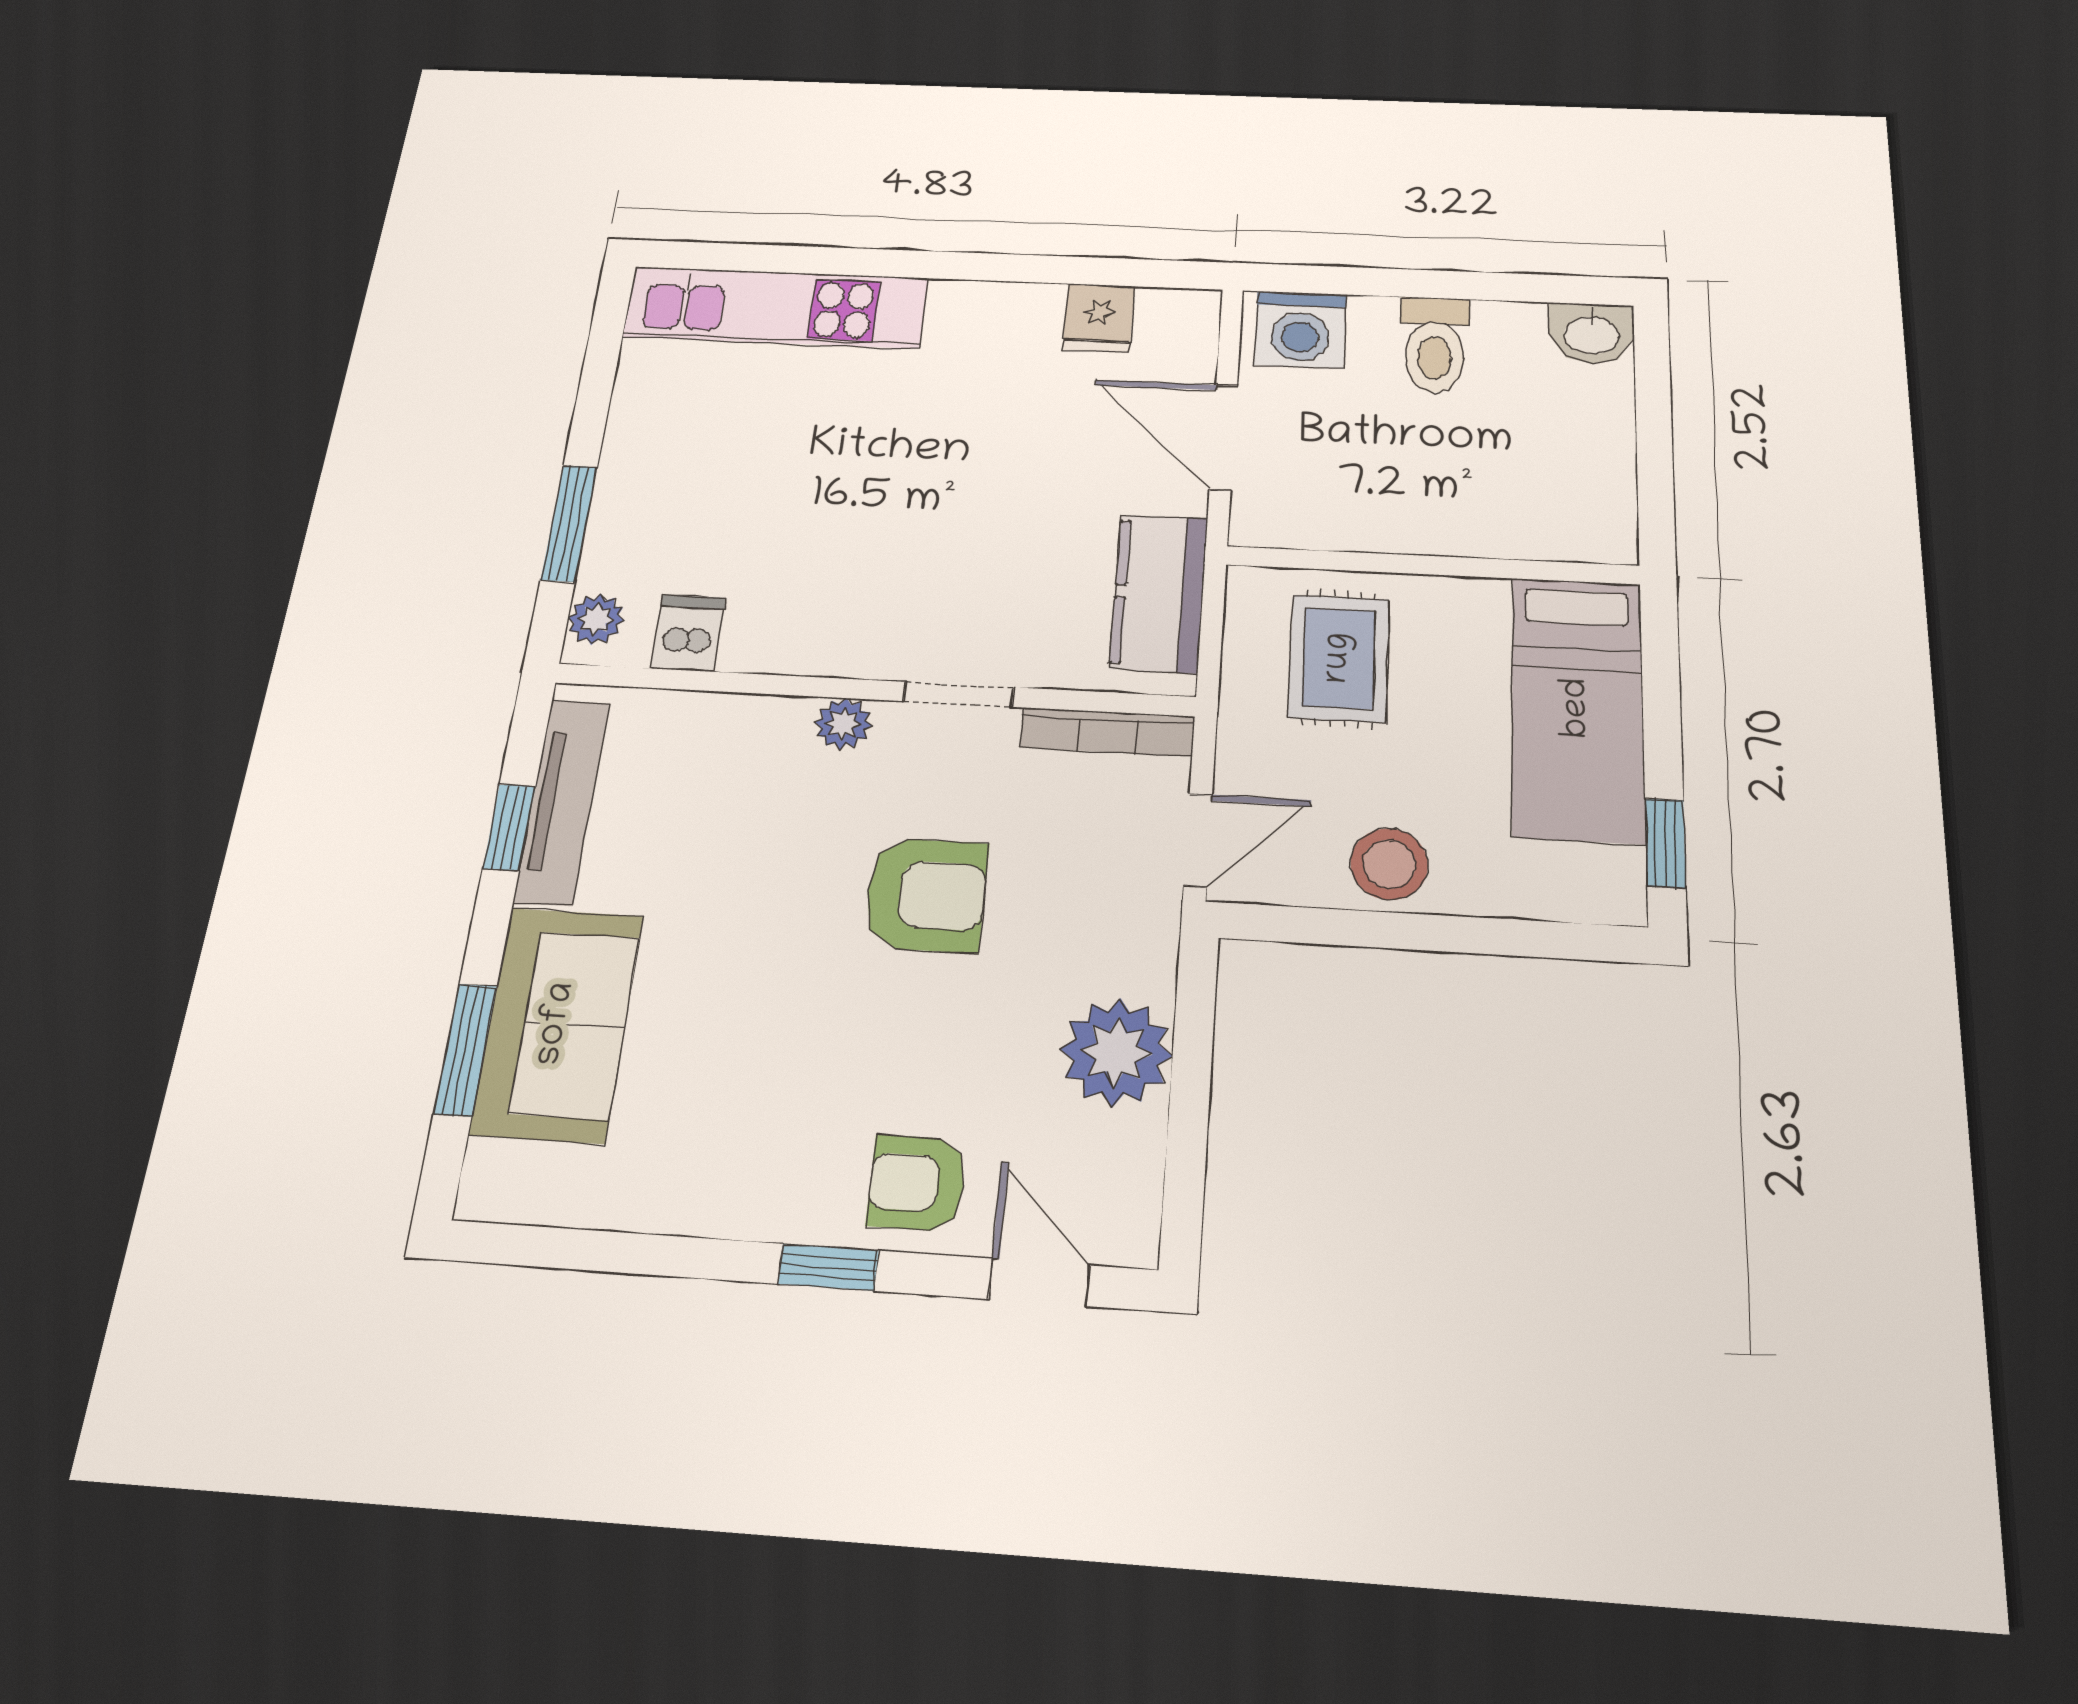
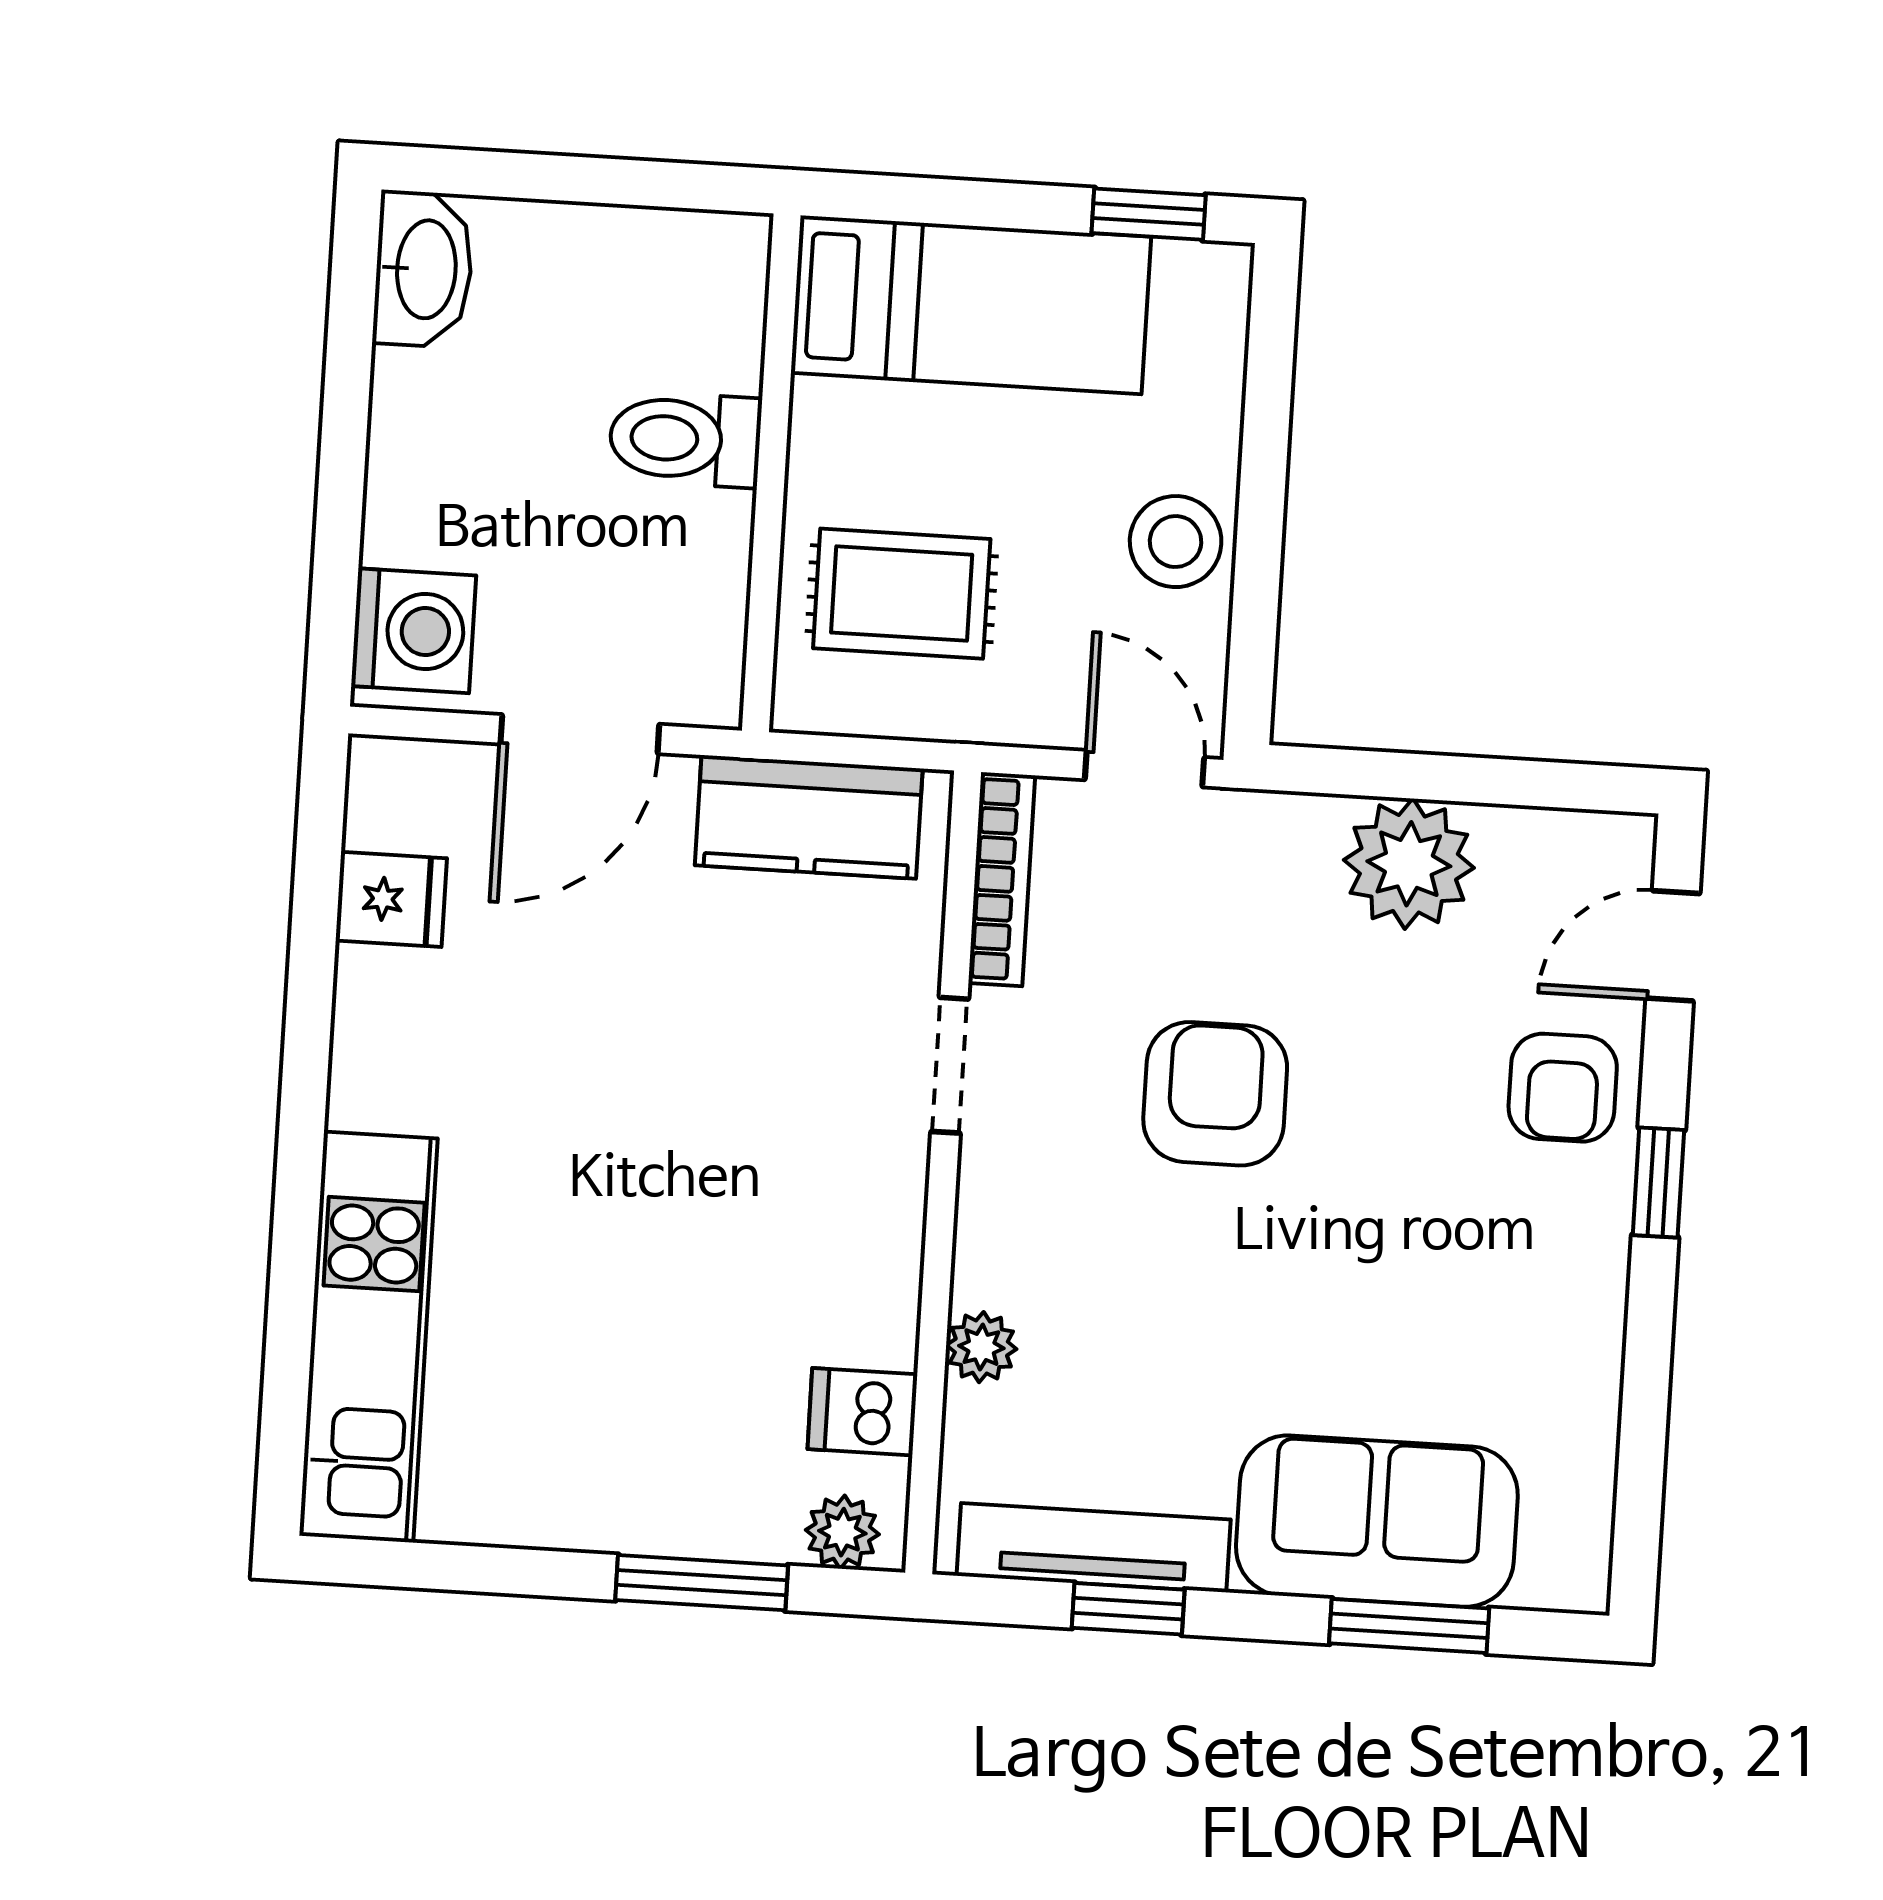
washbasin: (1592, 334) -> (424, 269), width x1.38
toilet: (1435, 345) -> (685, 439), moved, turned 180
plant: (843, 724) -> (981, 1347), moved

